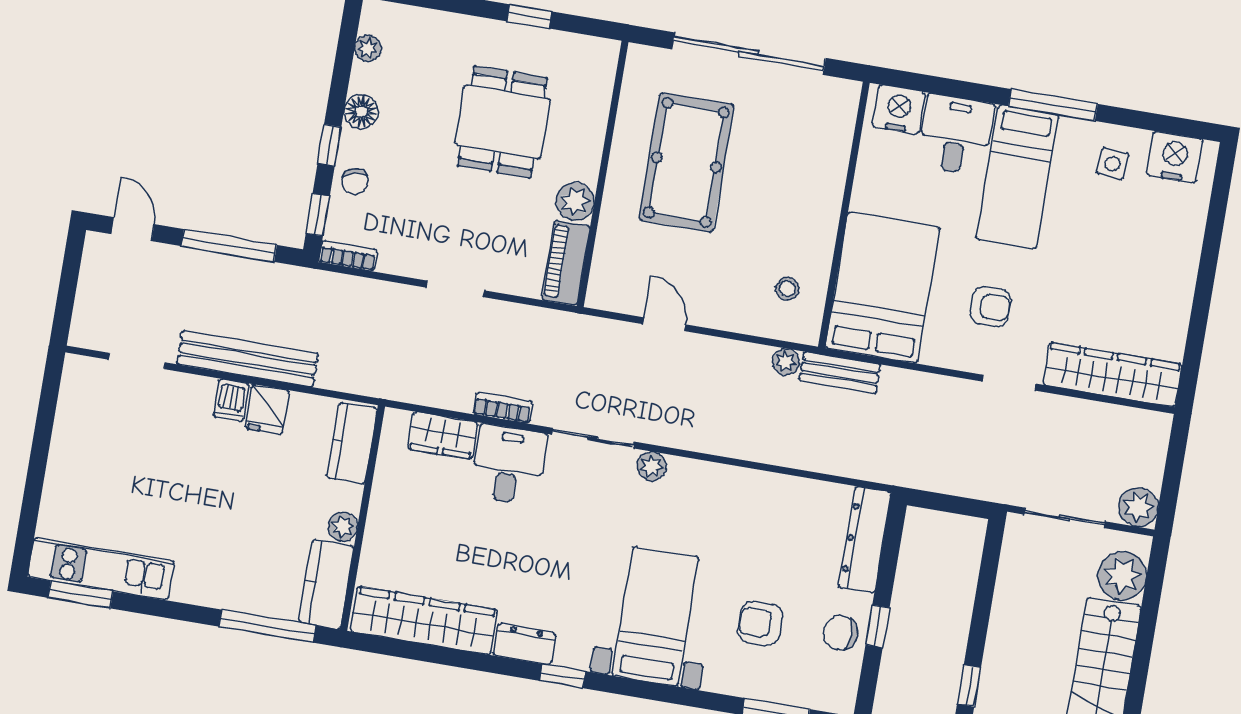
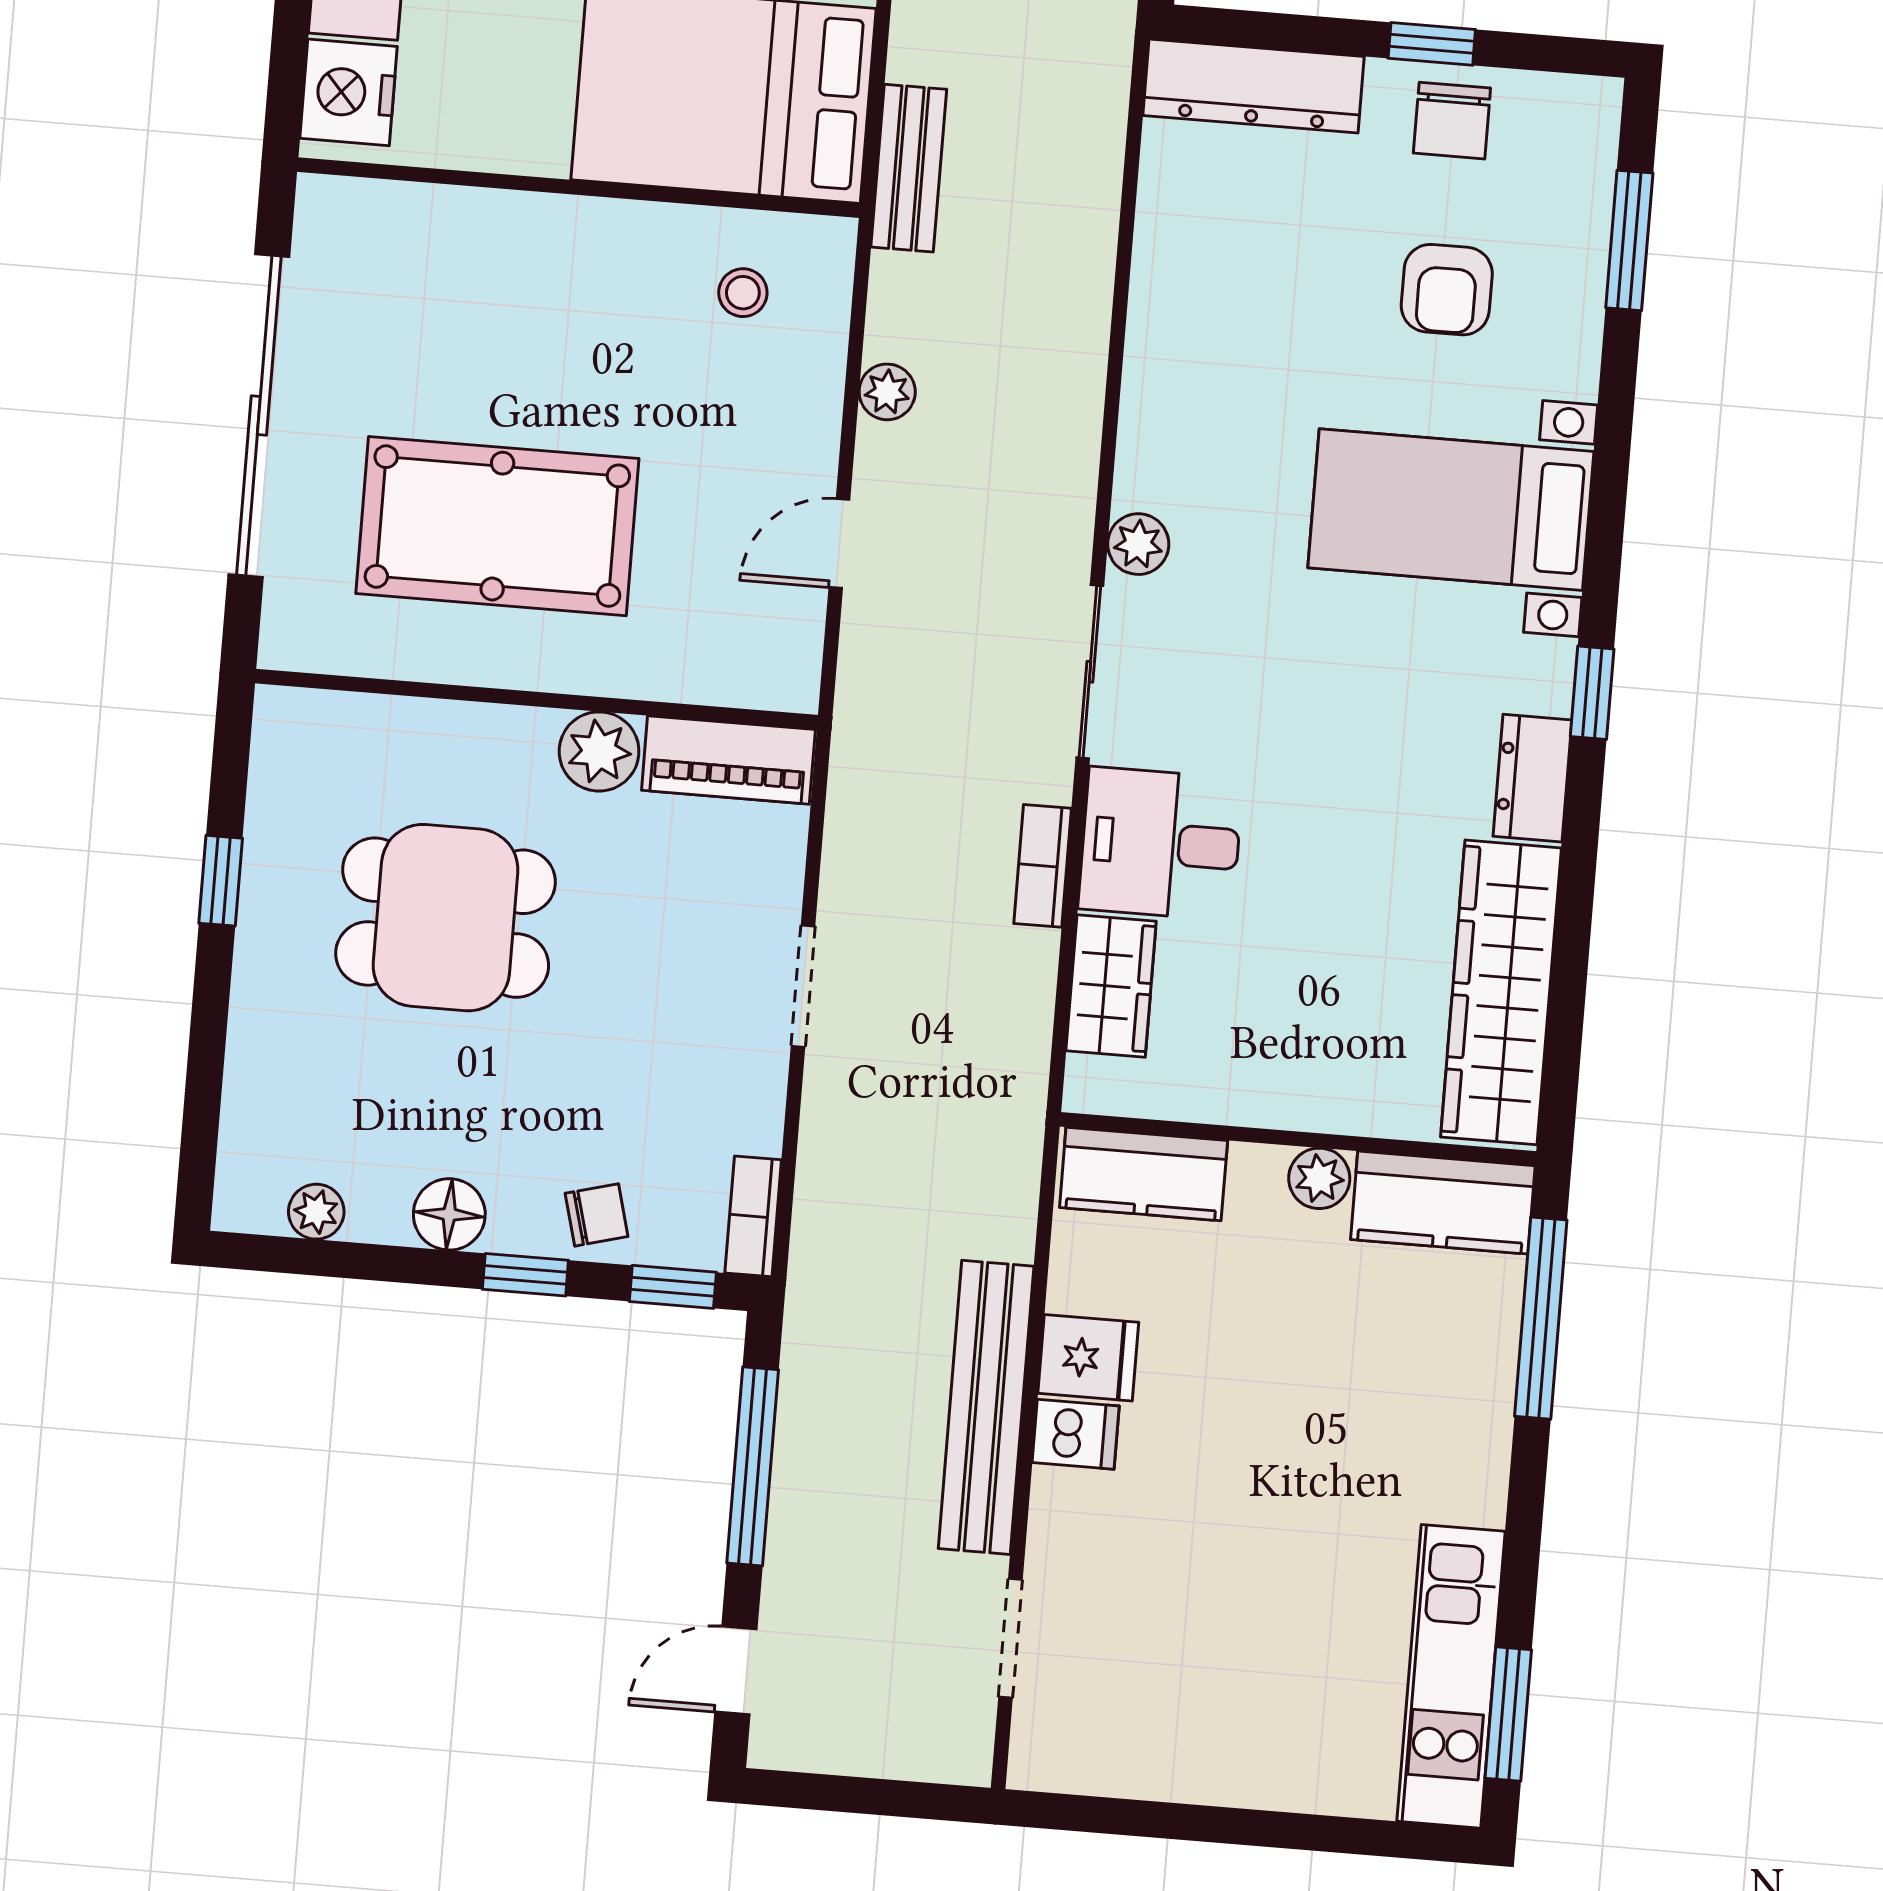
plant: (786, 362) -> (887, 392), moved

